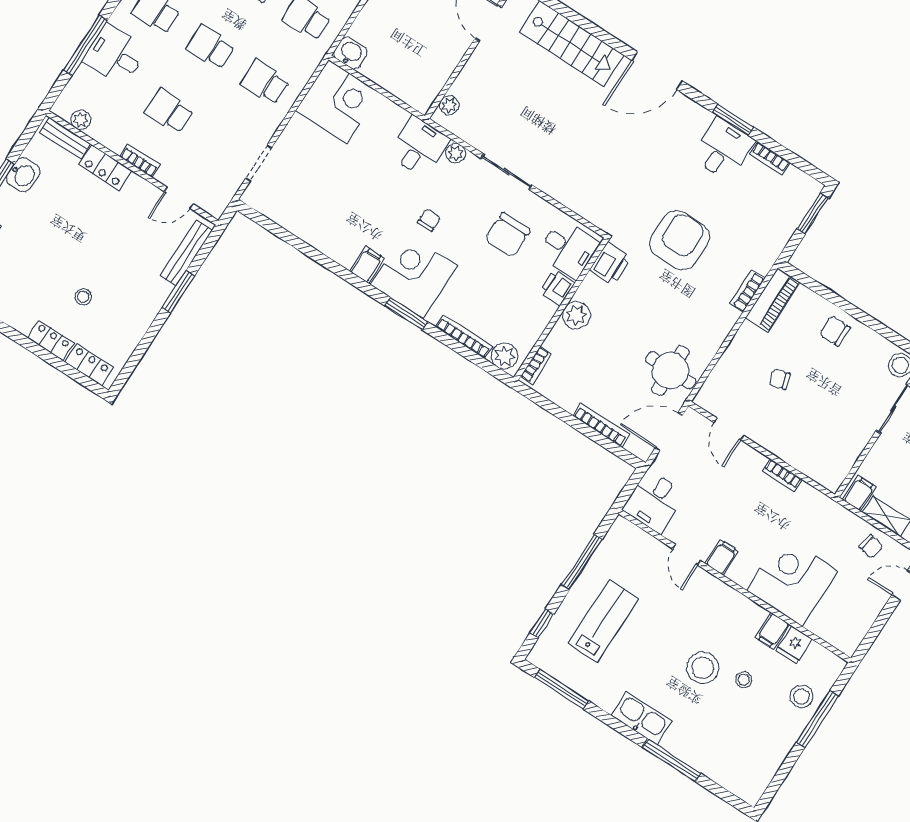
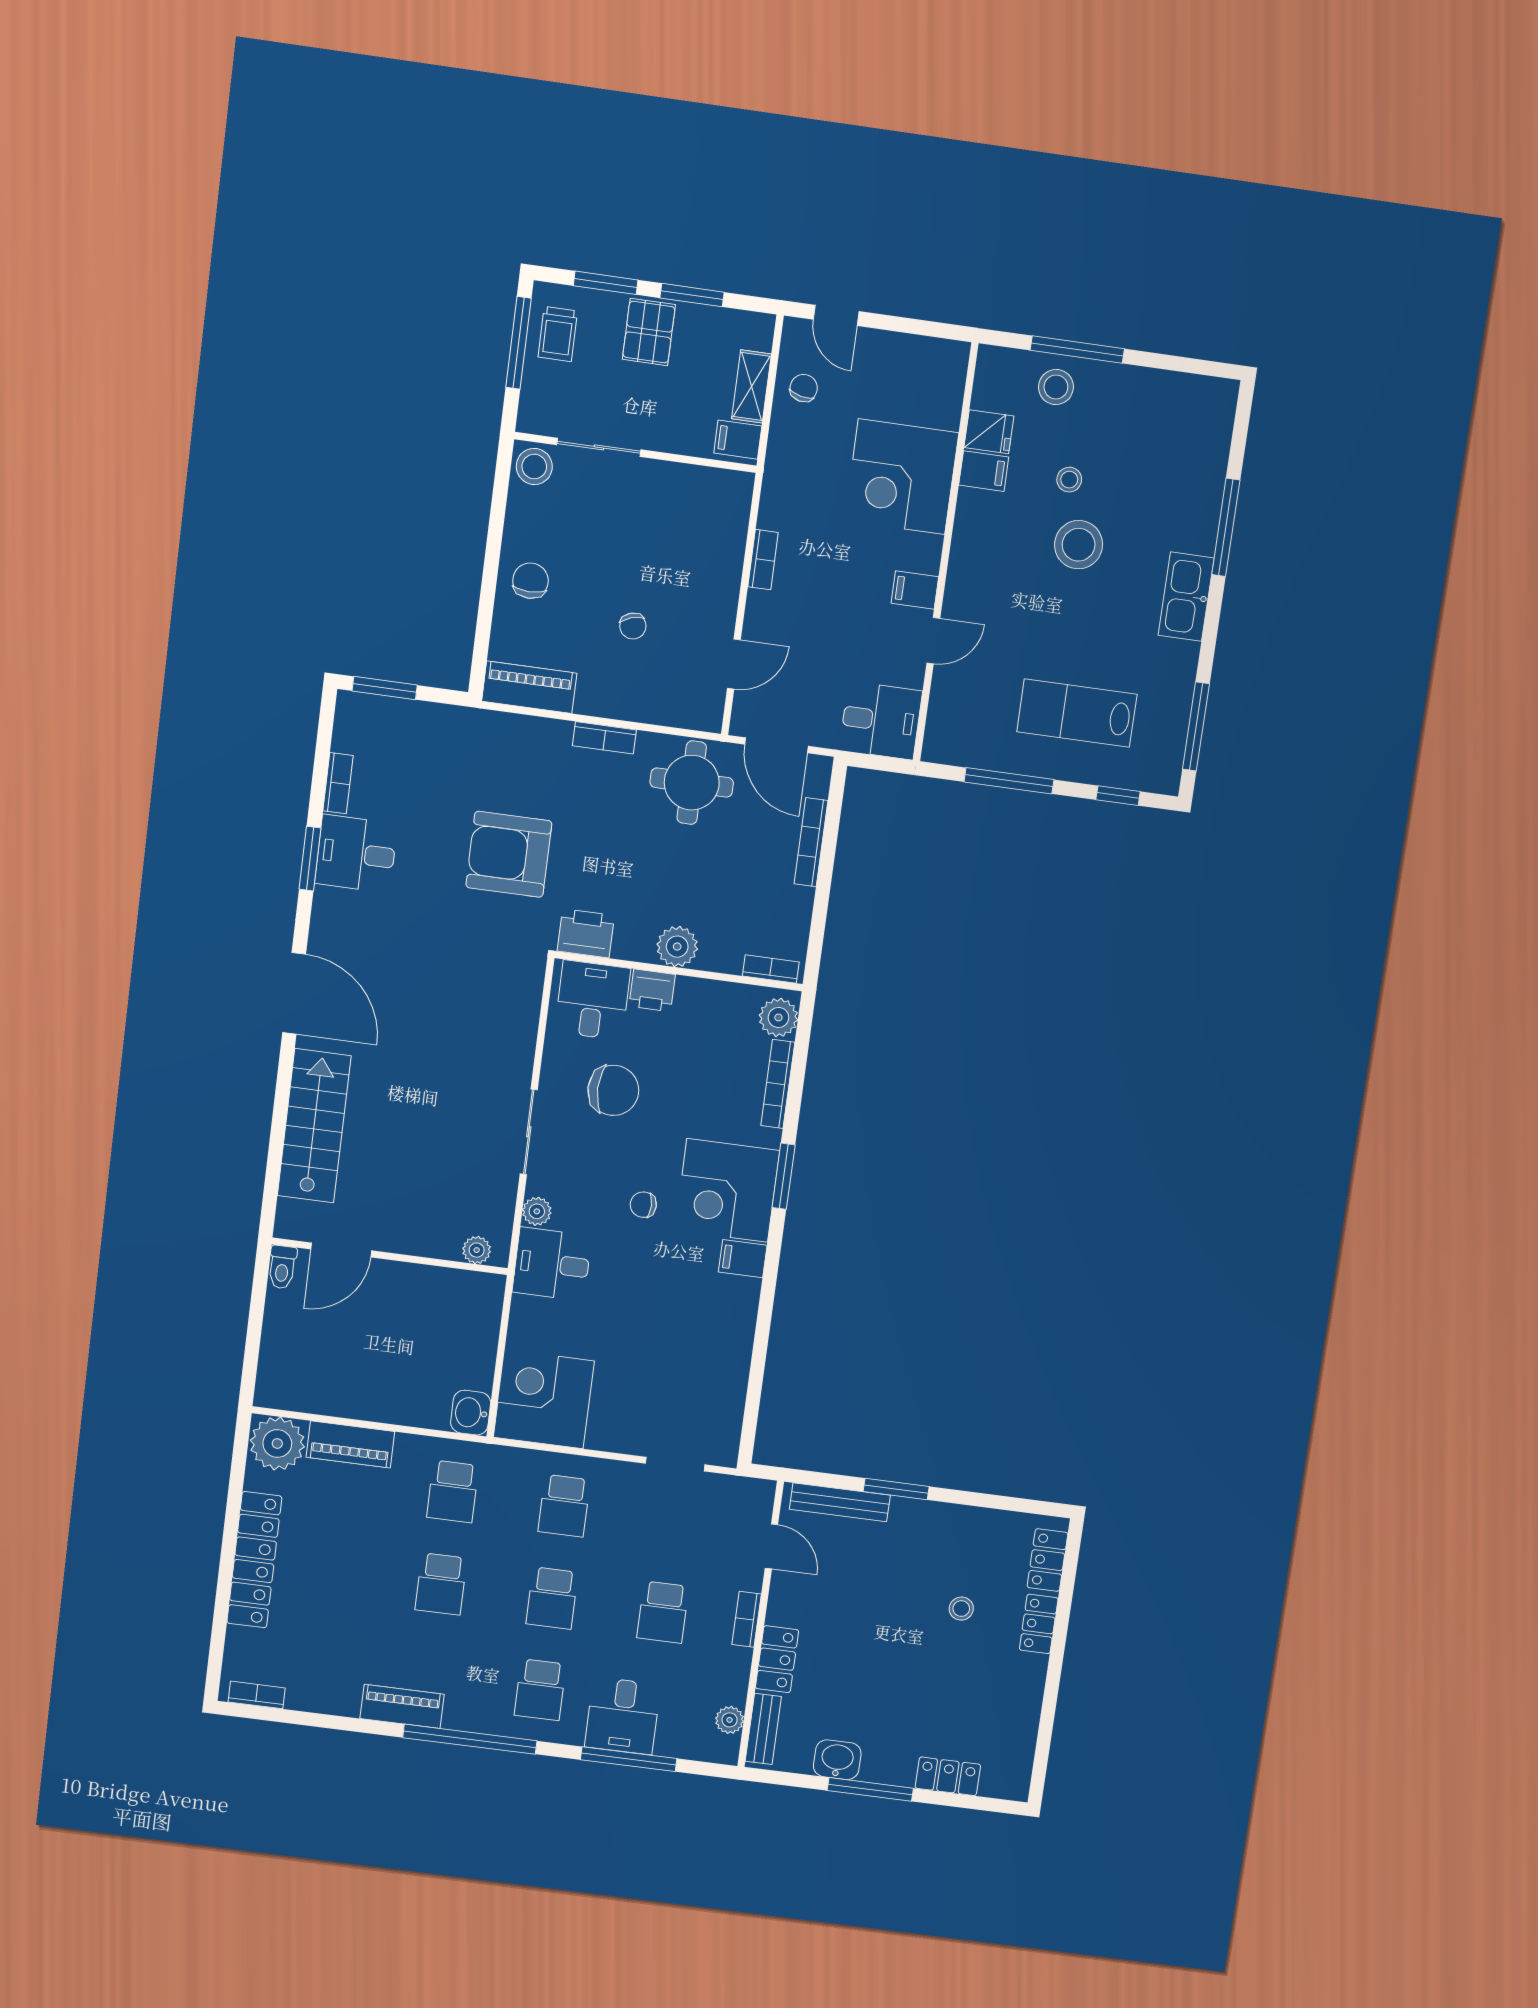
bookcase: (747, 291) -> (604, 738), moved
chair: (835, 331) -> (531, 581), turned 180

